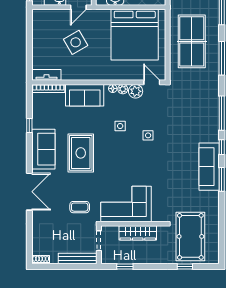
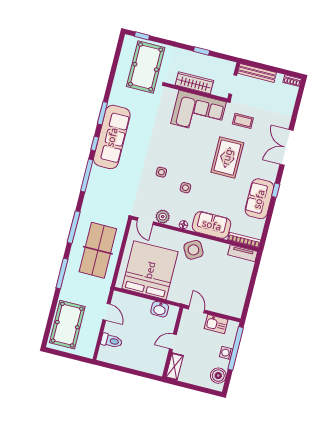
door: (78, 7) -> (197, 309), hinge flipped
side table: (76, 42) -> (193, 250), moved
plant: (123, 89) -> (174, 222), removed
window: (29, 125) -> (276, 190), moved
sofa: (43, 149) -> (259, 199), moved
rug: (81, 153) -> (227, 157), moved
sofa: (209, 167) -> (112, 137), width x1.36, depth x1.27
window: (125, 266) -> (201, 51), moved
window: (185, 266) -> (142, 36), moved

